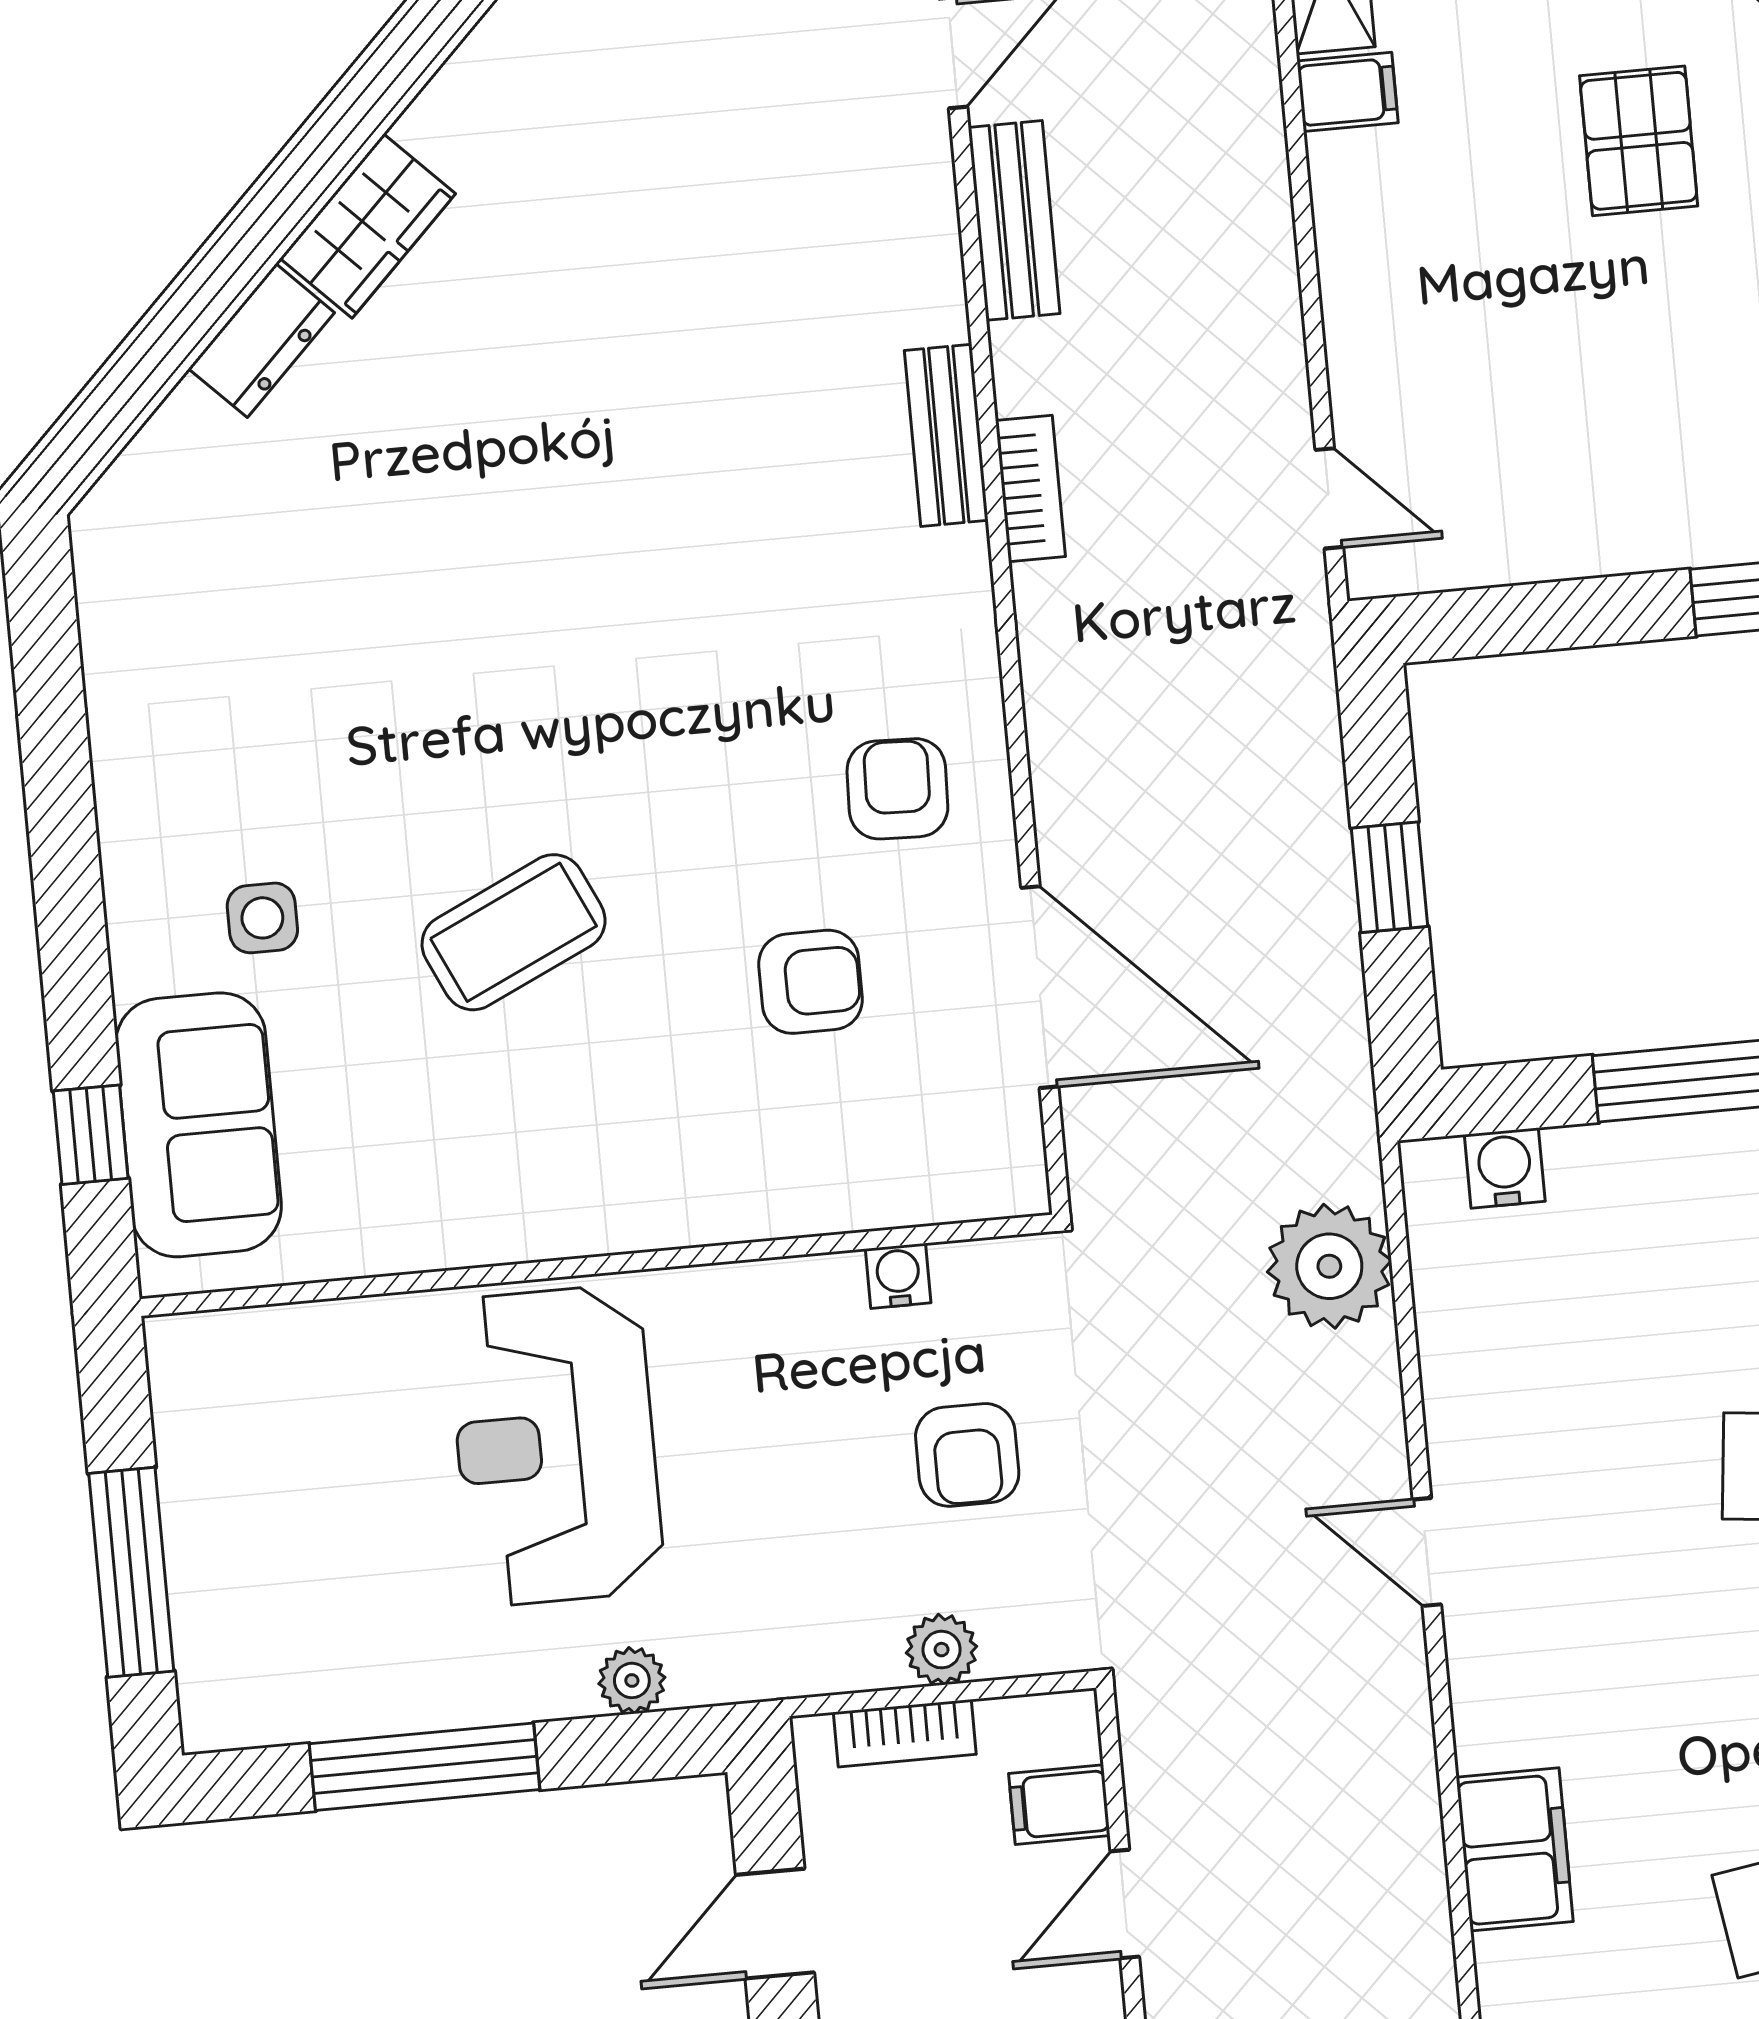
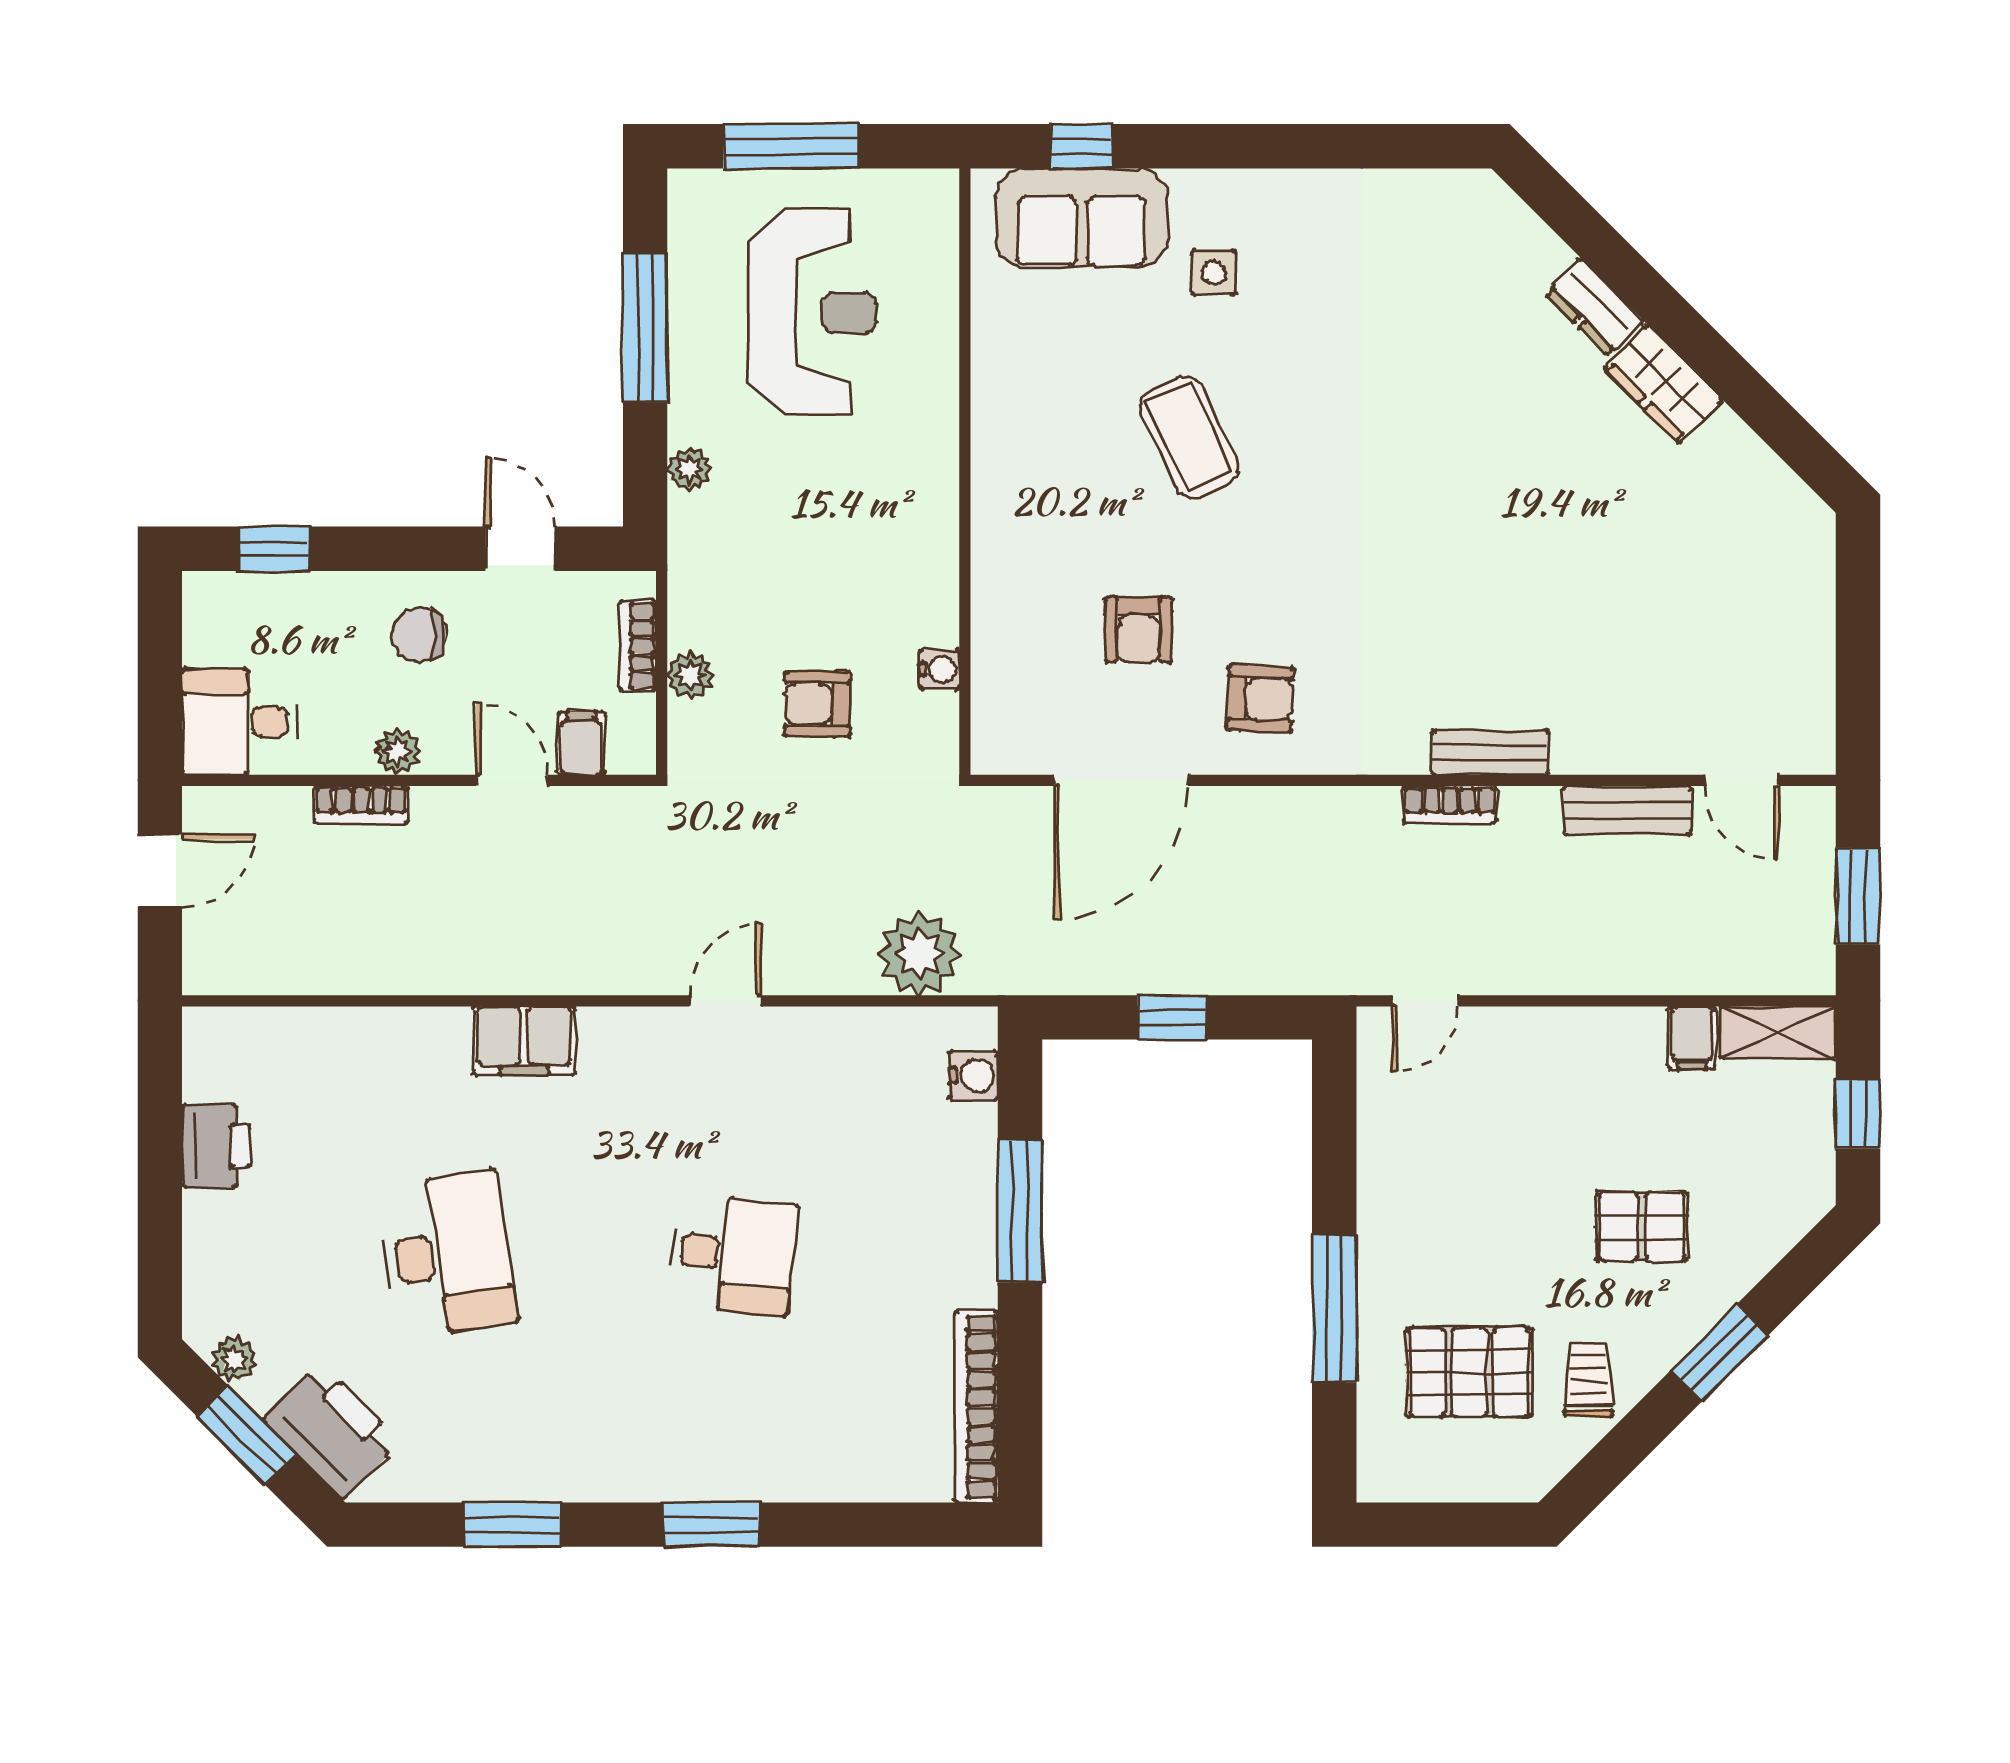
reception desk: (556, 1446) -> (812, 313), moved, turned 90

